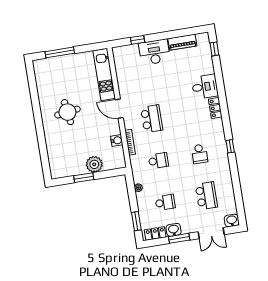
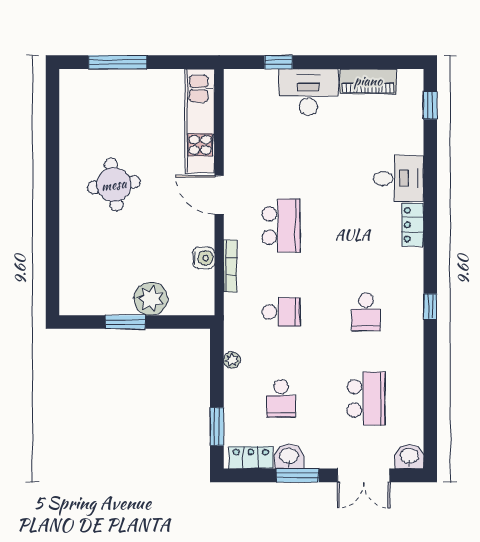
school desk: (165, 202) -> (281, 398), turned 90

